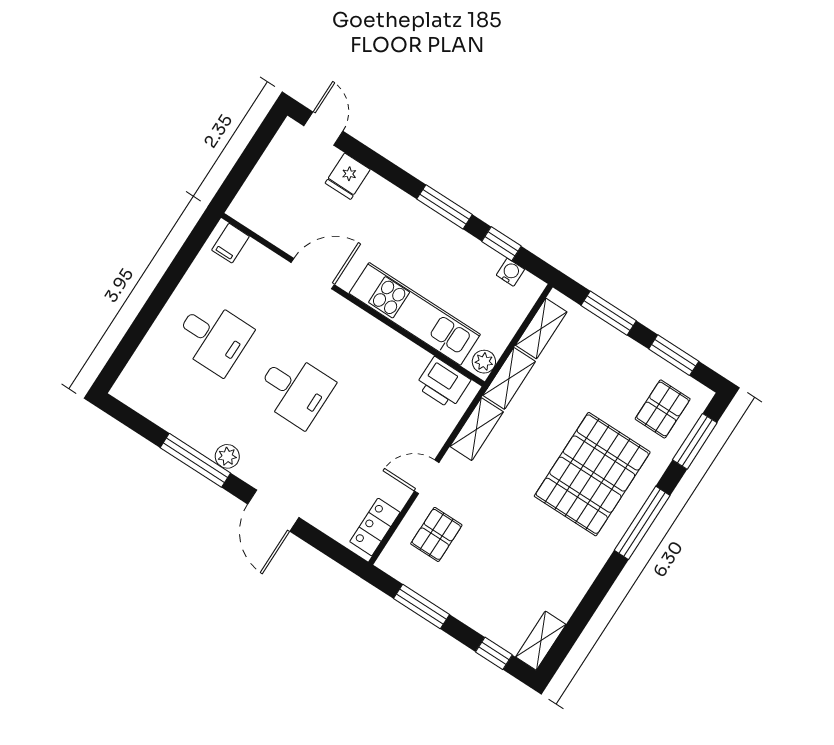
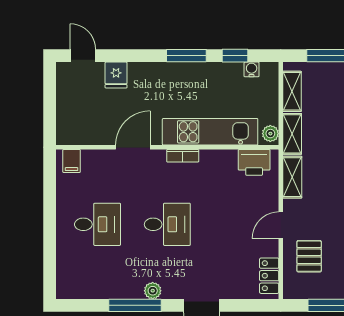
bookcase: (365, 321) -> (183, 156), added

